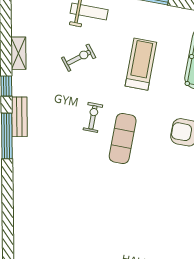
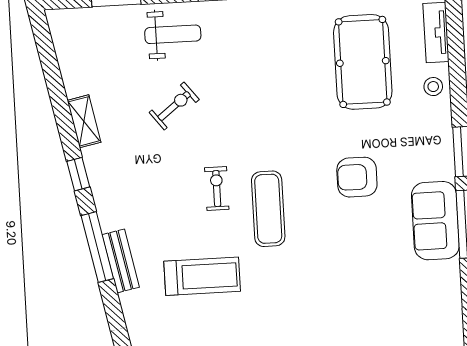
treadmill: (141, 64) -> (202, 276), moved, turned 90
bench: (19, 117) -> (121, 261), moved

